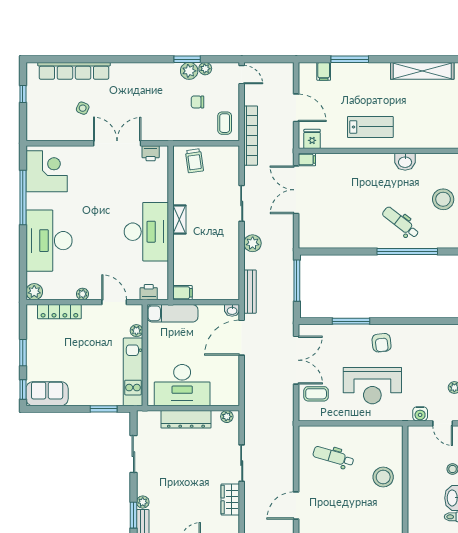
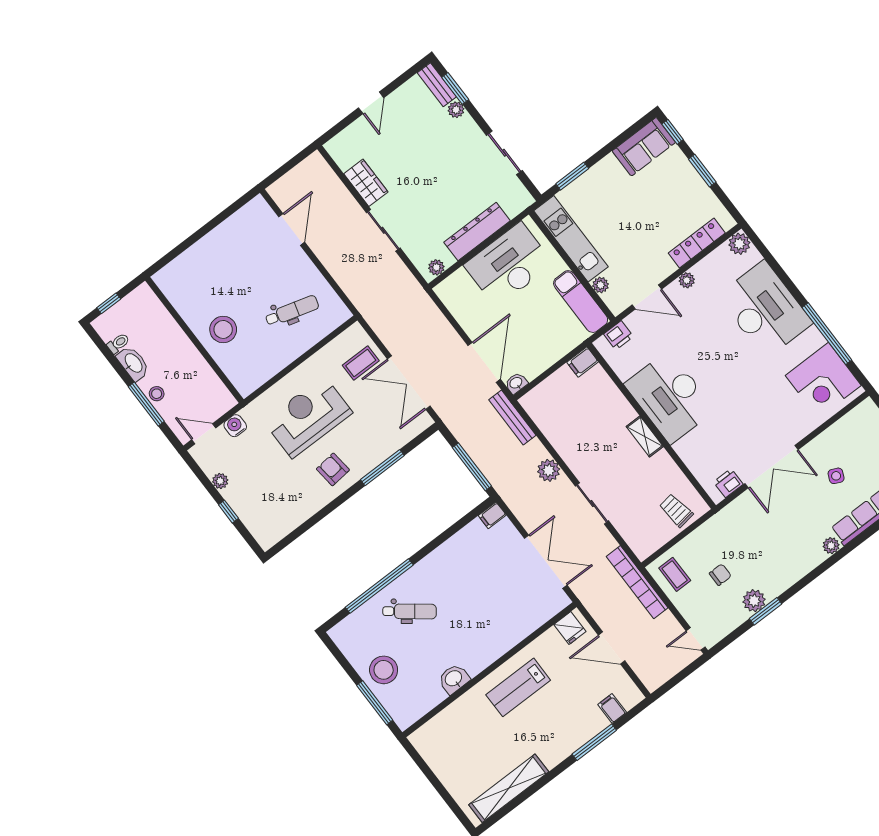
plant: (205, 69) -> (831, 546), moved
filing cabinet: (307, 159) -> (492, 515), moved
exam couch: (172, 313) -> (581, 302), moved, turned -90

